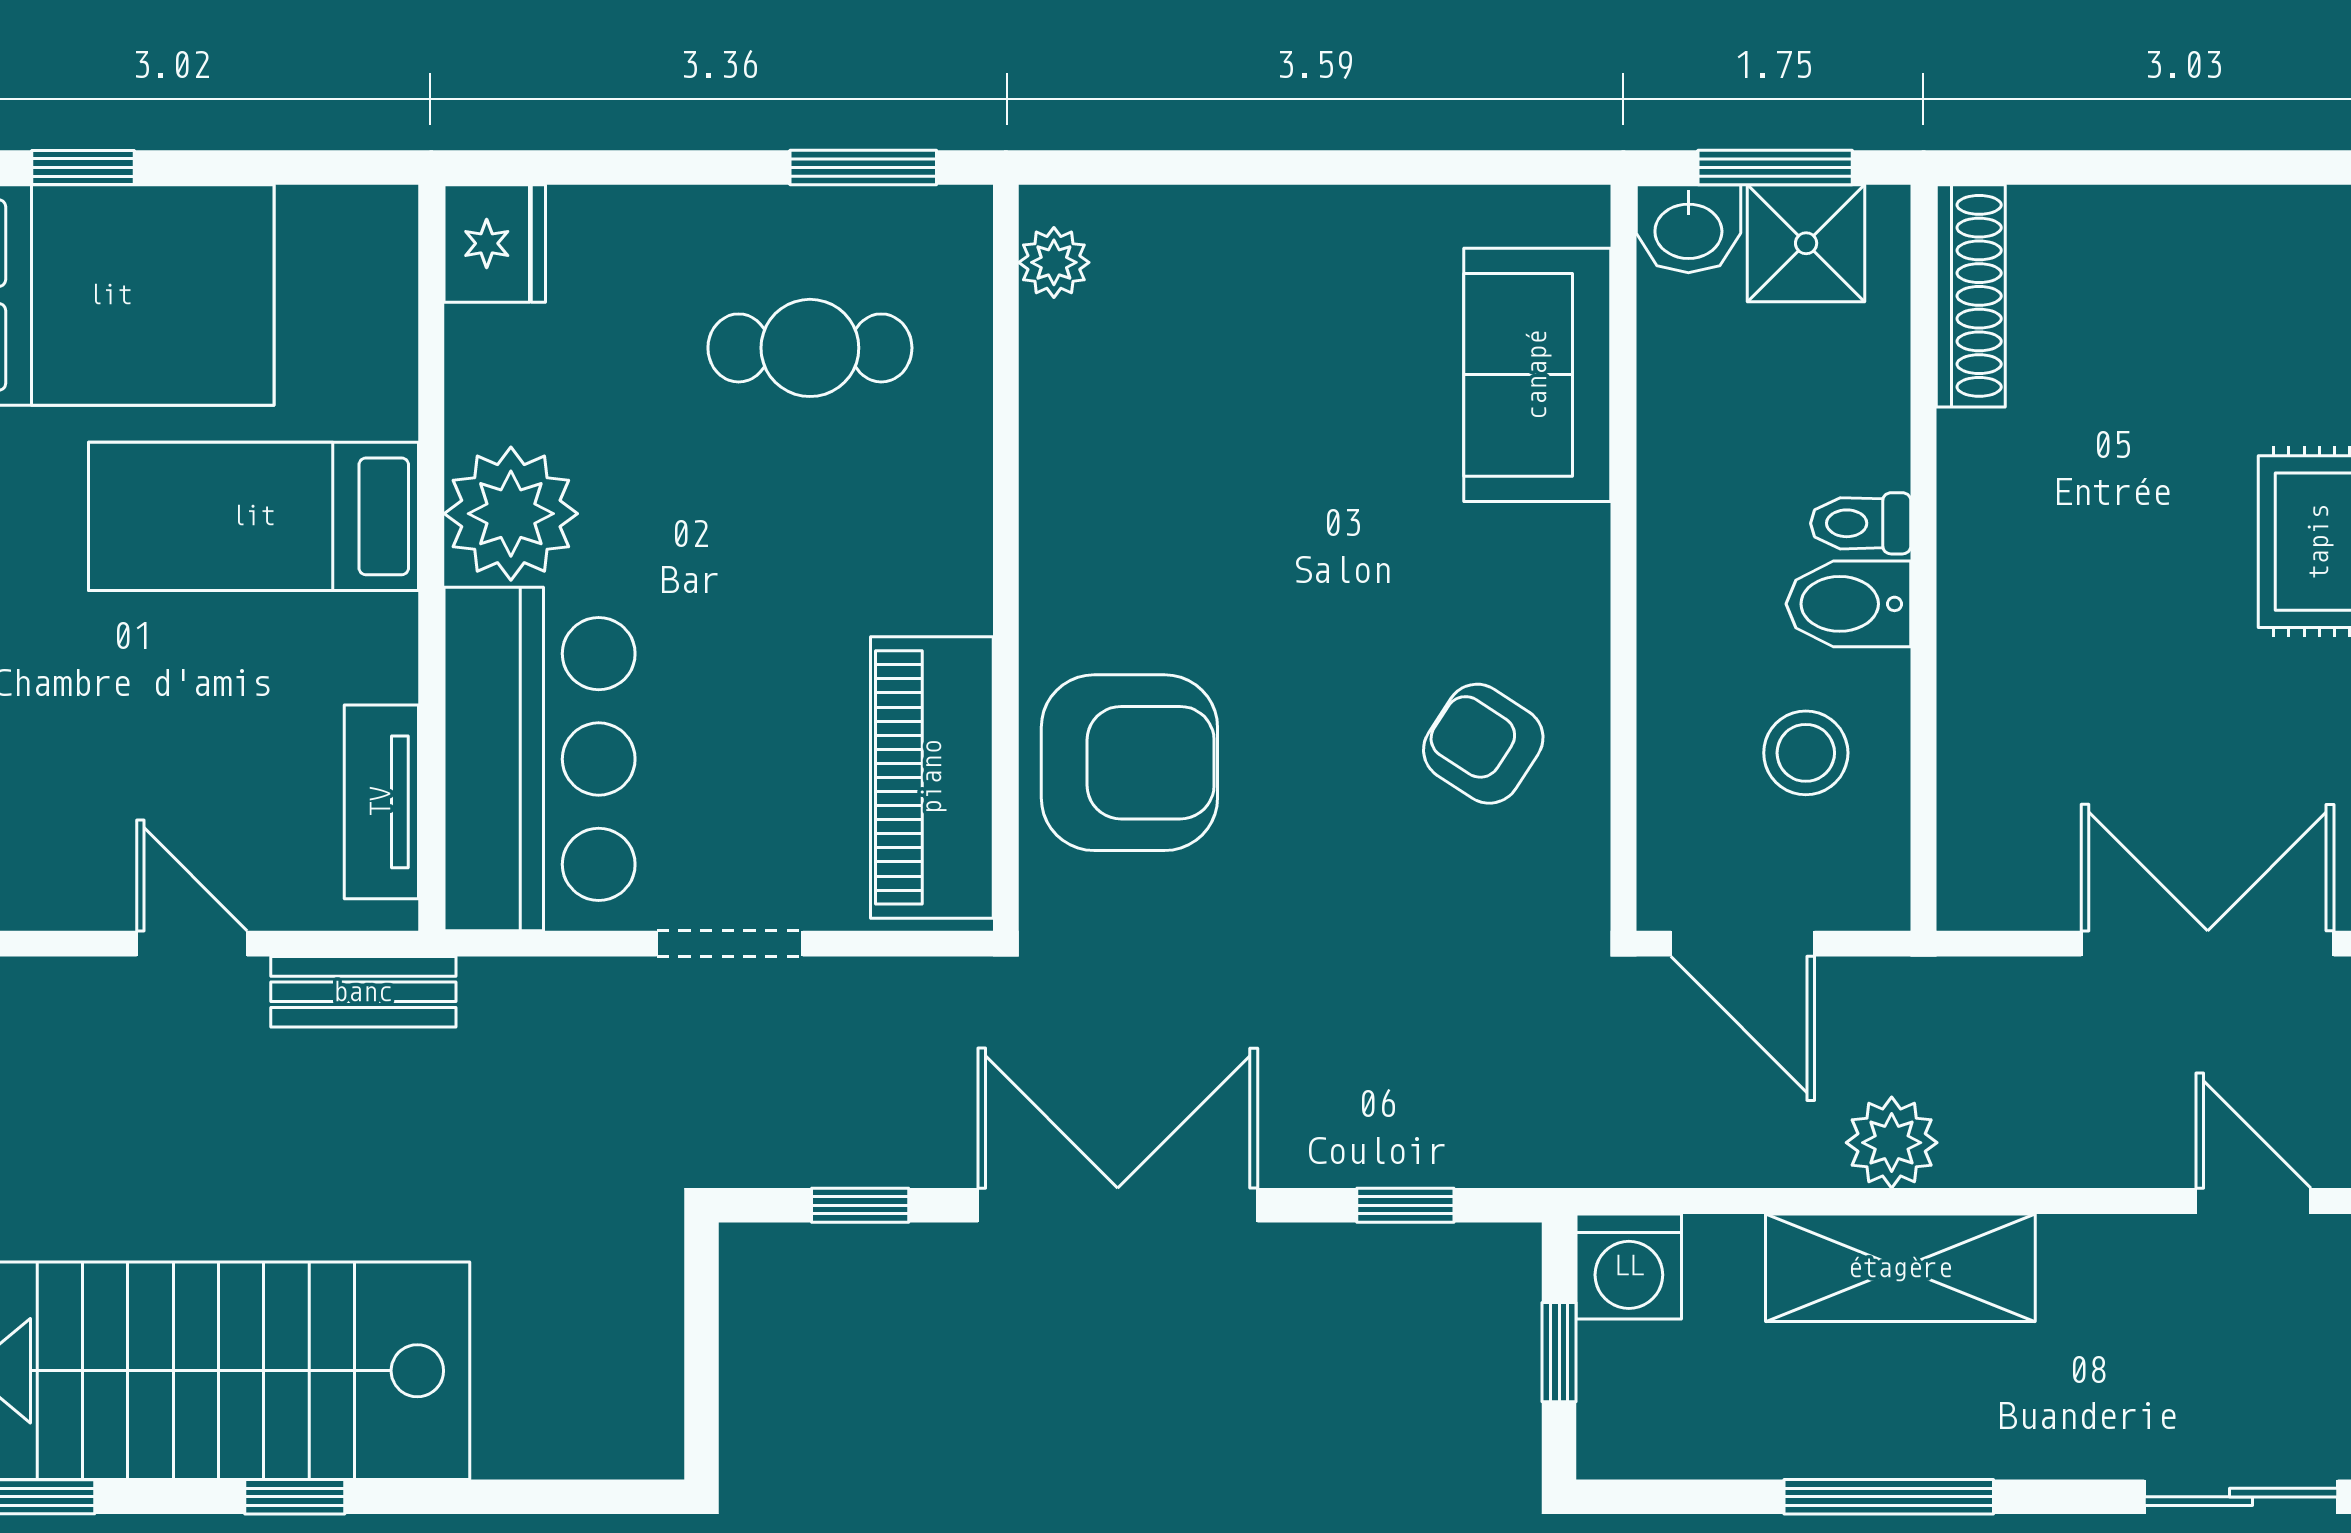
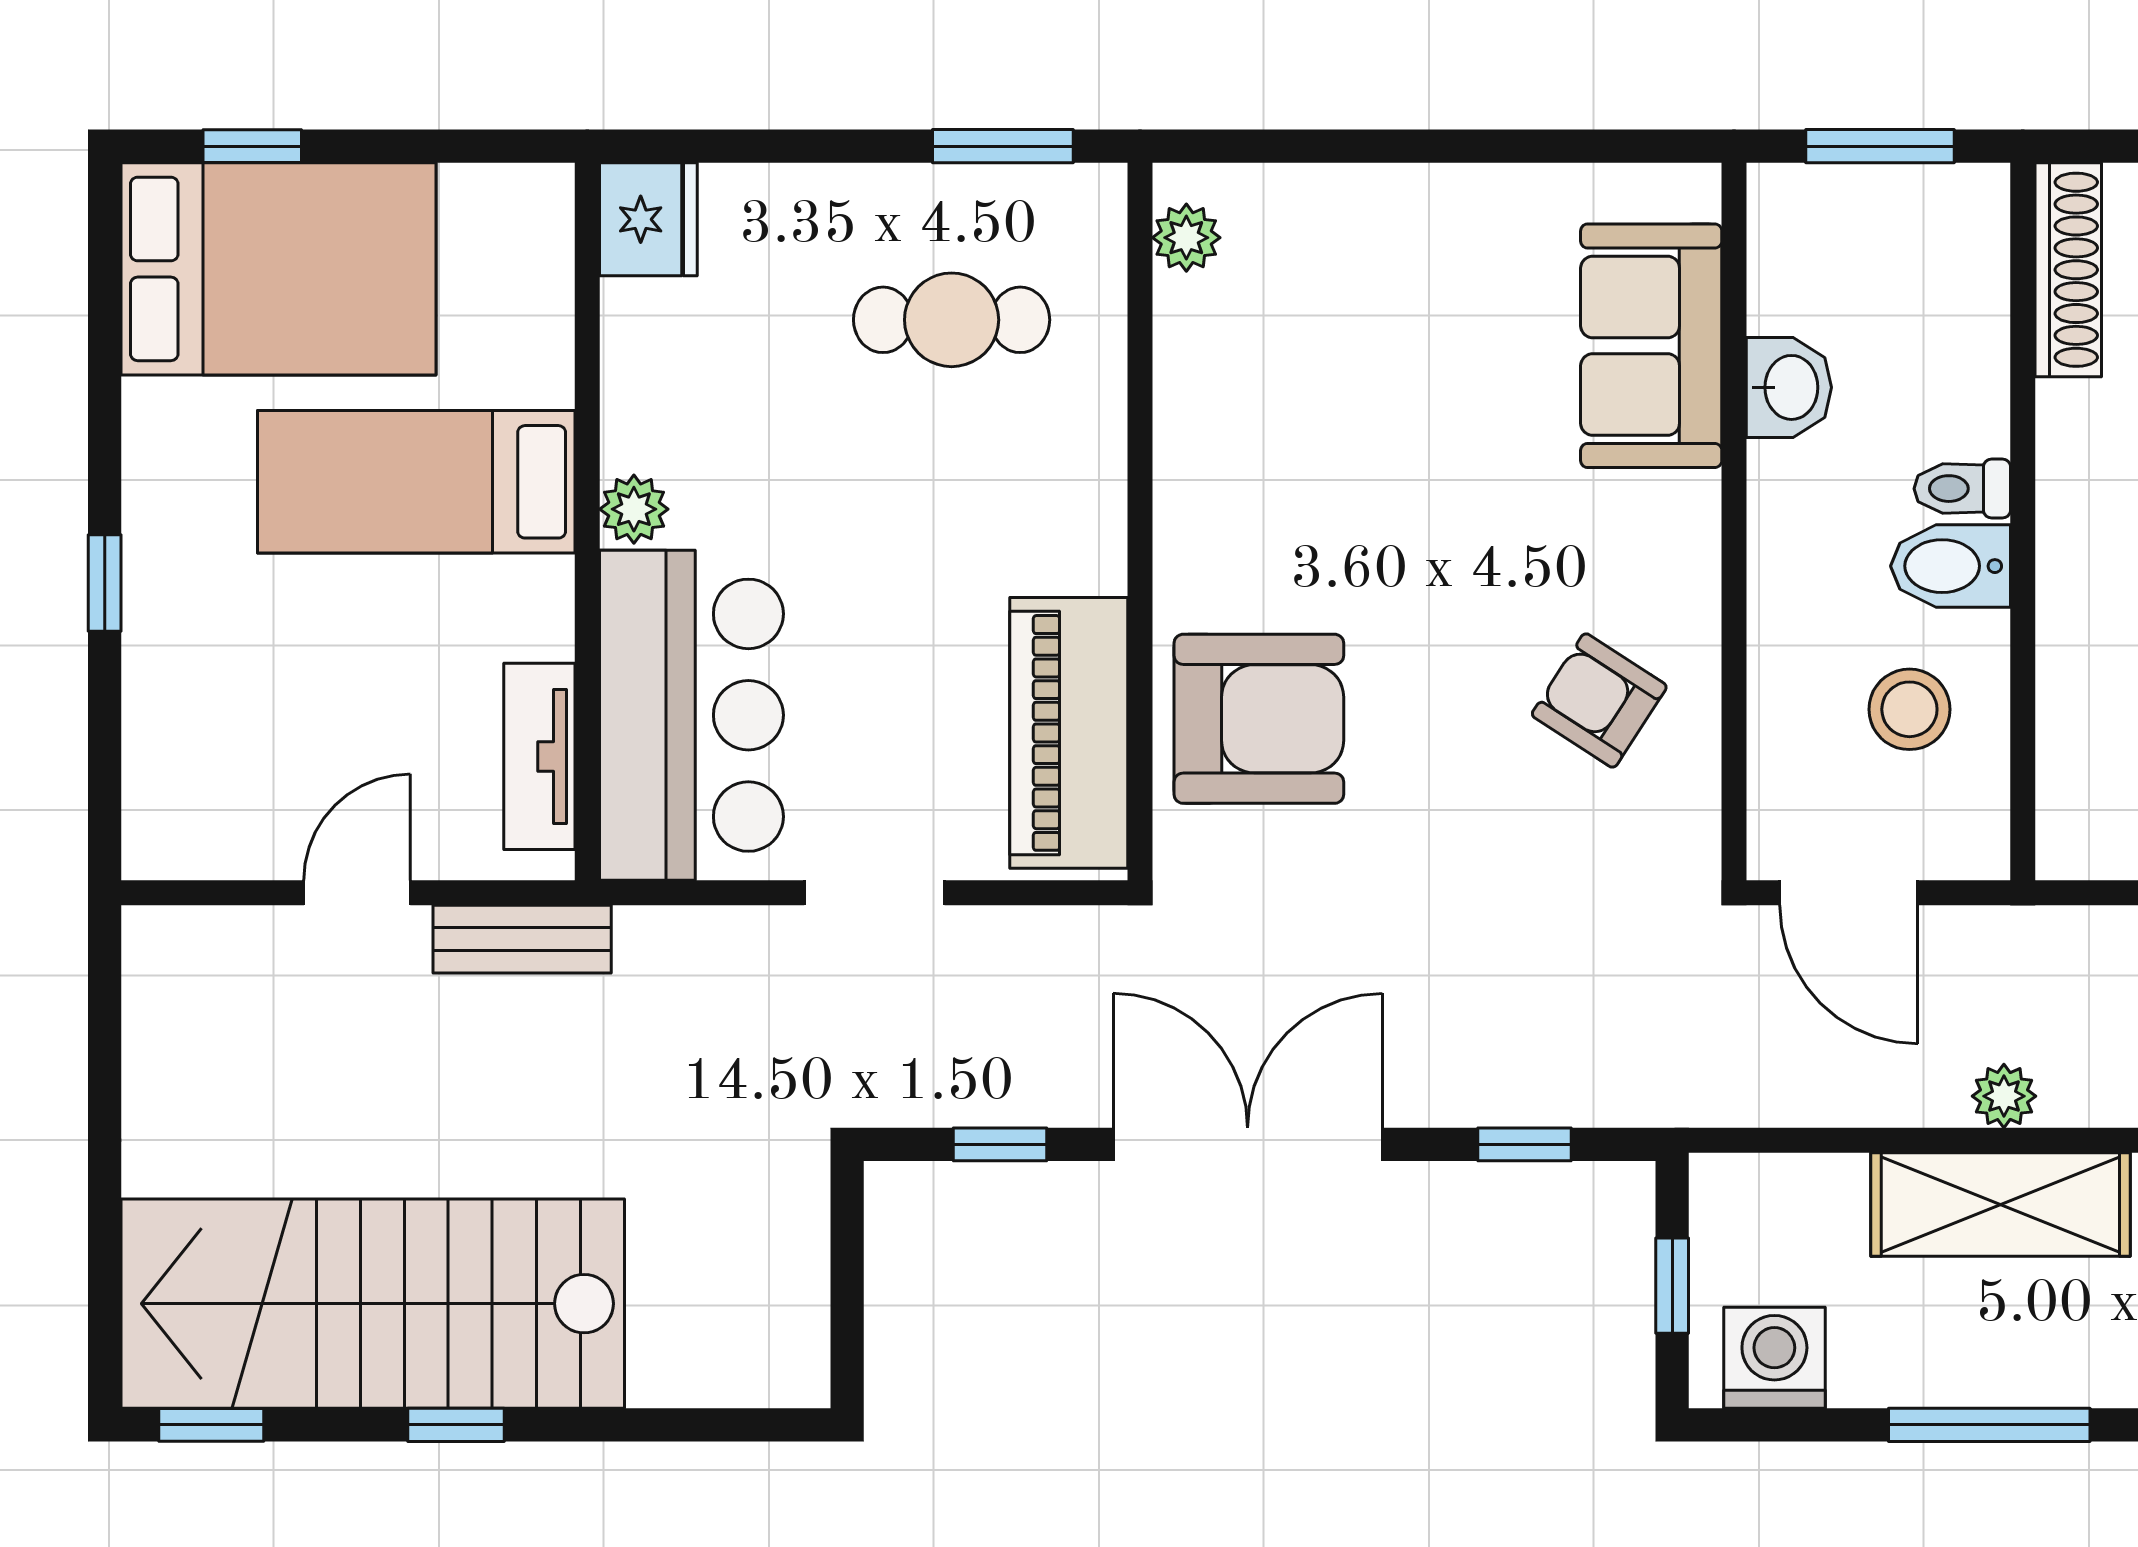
washbasin: (1688, 229) -> (1789, 387), moved, turned -90
shower: (1806, 243) -> (1910, 219), removed
plant: (511, 514) -> (634, 509), width x0.53, depth x0.53
door: (192, 944) -> (357, 893), hinge flipped
plant: (1892, 1143) -> (2004, 1096), width x0.73, depth x0.73
washing machine: (1629, 1266) -> (1774, 1358), moved, turned 180

